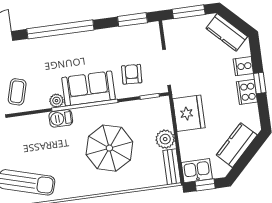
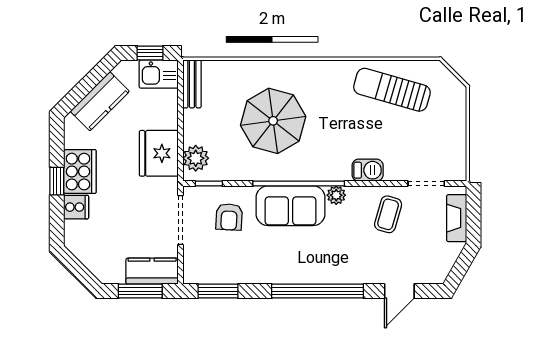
kitchen counter: (227, 32) -> (152, 271), moved, turned -45
cooker: (247, 92) -> (80, 172), width x1.37, depth x1.31
barbecue: (61, 118) -> (368, 170), moved
plant: (165, 139) -> (196, 158), moved

